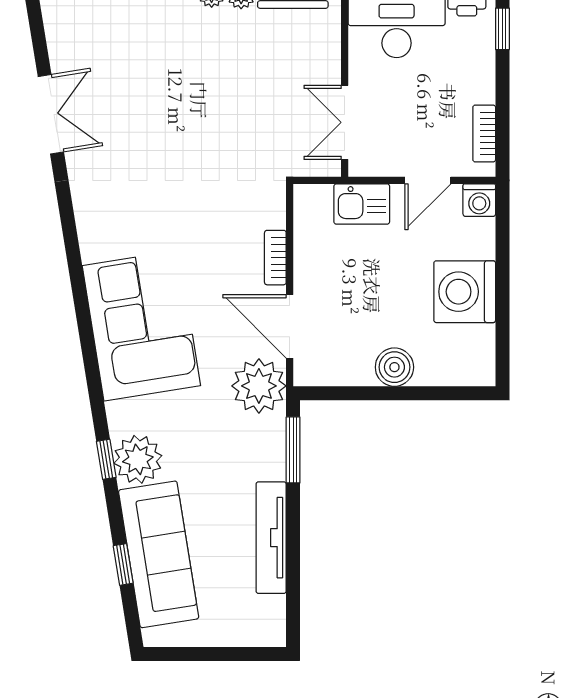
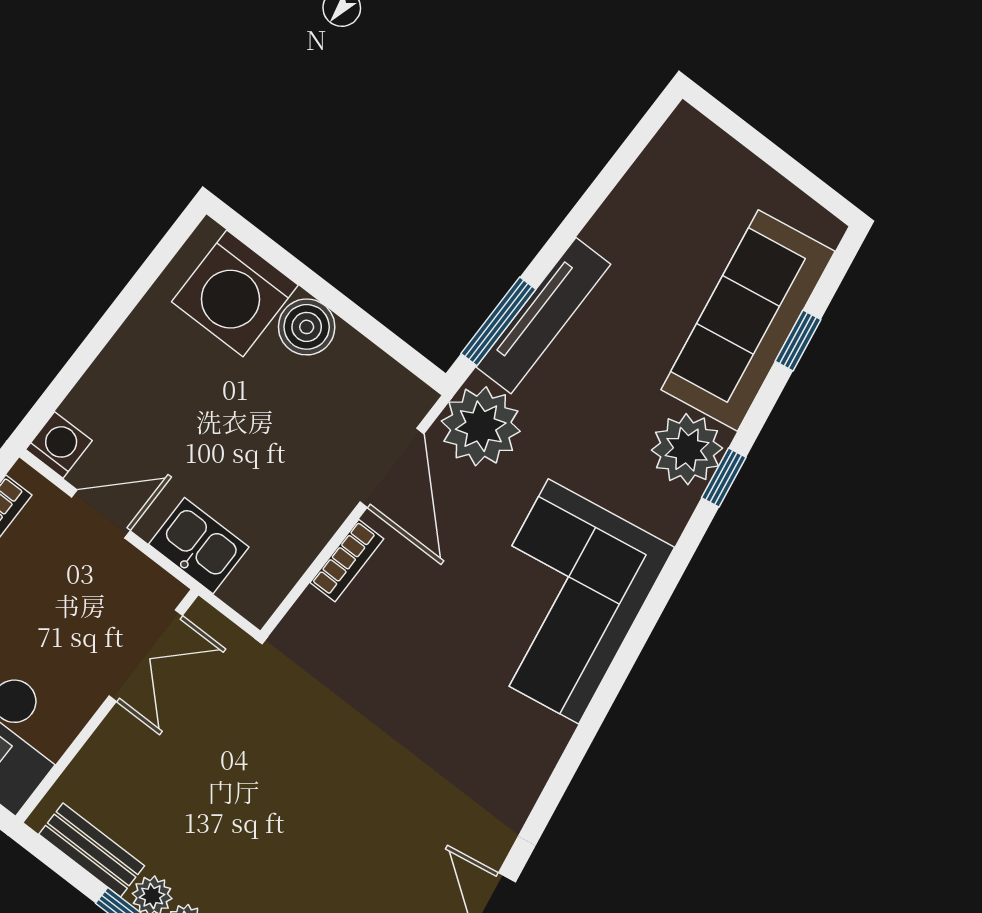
washing machine: (465, 292) -> (235, 293), moved, turned 90
tv unit: (271, 538) -> (543, 316), moved

